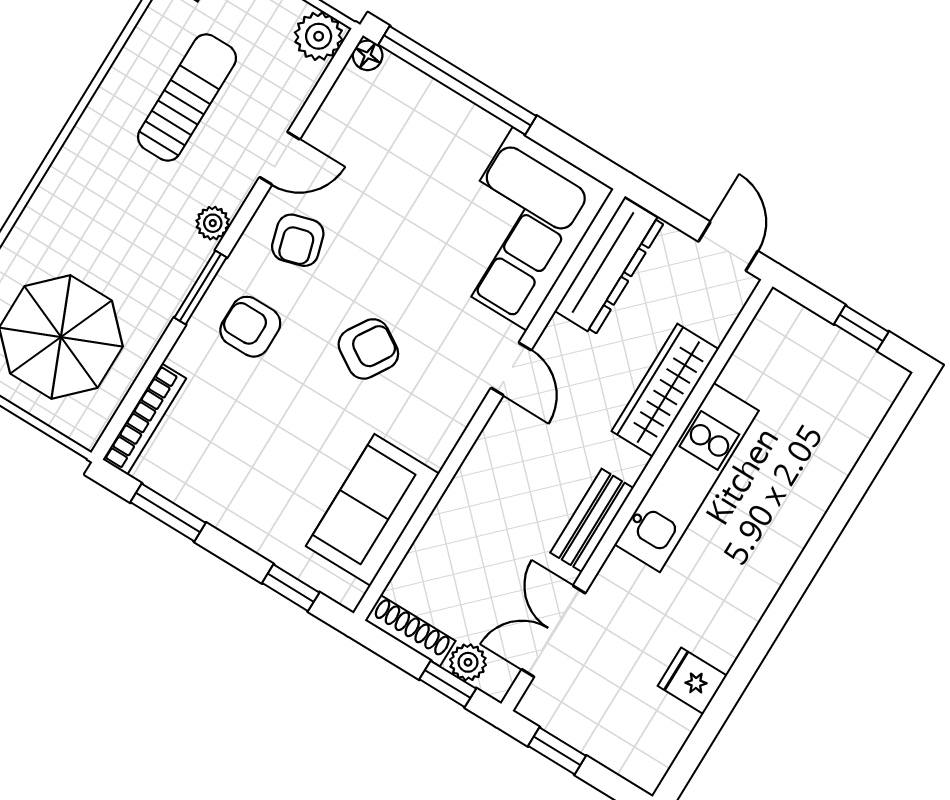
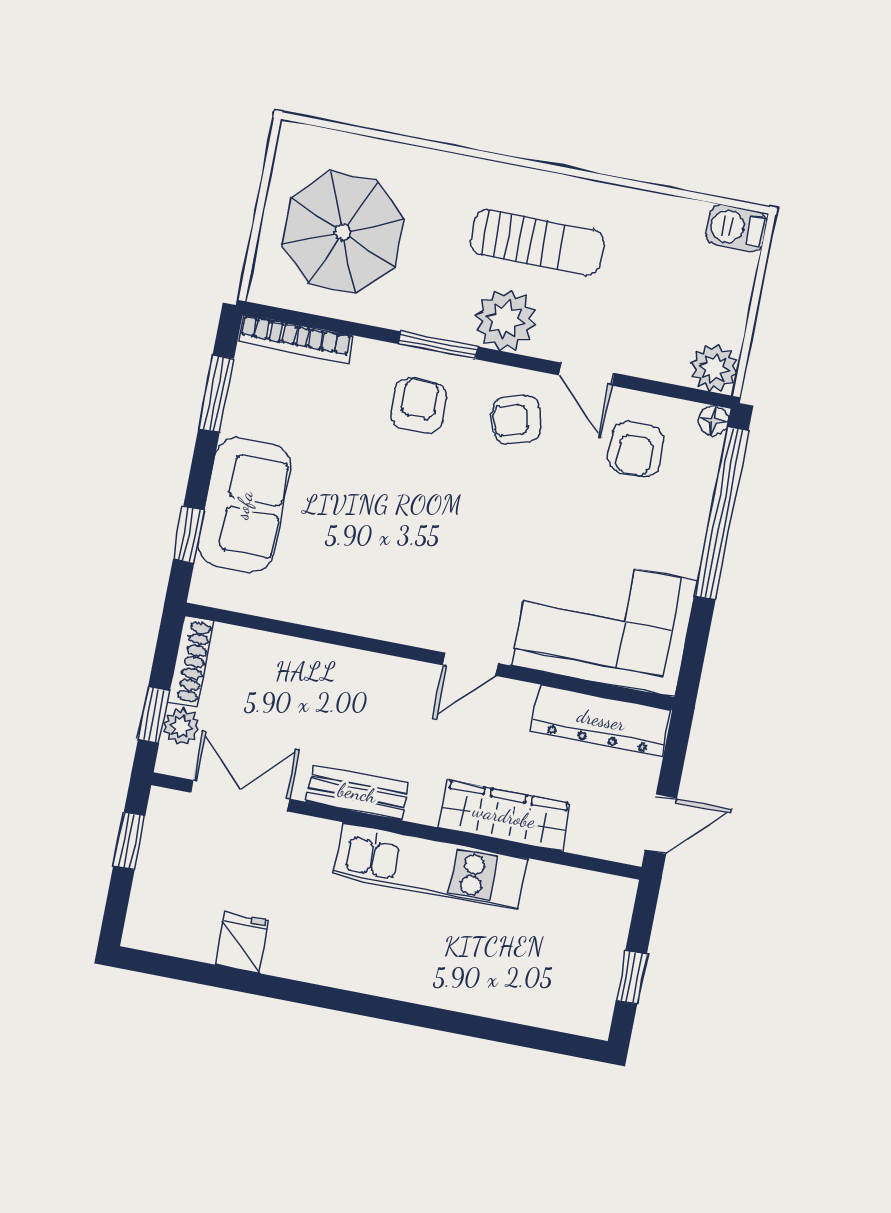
sun lounger: (187, 98) -> (537, 242), moved
plant: (213, 223) -> (505, 320), width x1.88, depth x1.88
armchair: (368, 349) -> (636, 449), moved, turned 58
sofa: (373, 510) -> (244, 505), moved, turned 90

